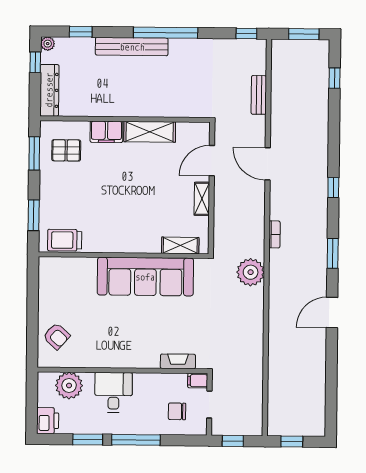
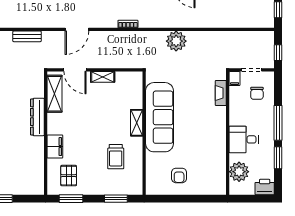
dresser: (49, 90) -> (37, 117), moved, turned -90
shelving: (150, 132) -> (55, 94), moved
trolley: (65, 240) -> (116, 157), moved
shelving: (180, 245) -> (137, 123), moved
plant: (251, 272) -> (176, 41), moved
armchair: (56, 336) -> (179, 175), moved, turned 138

